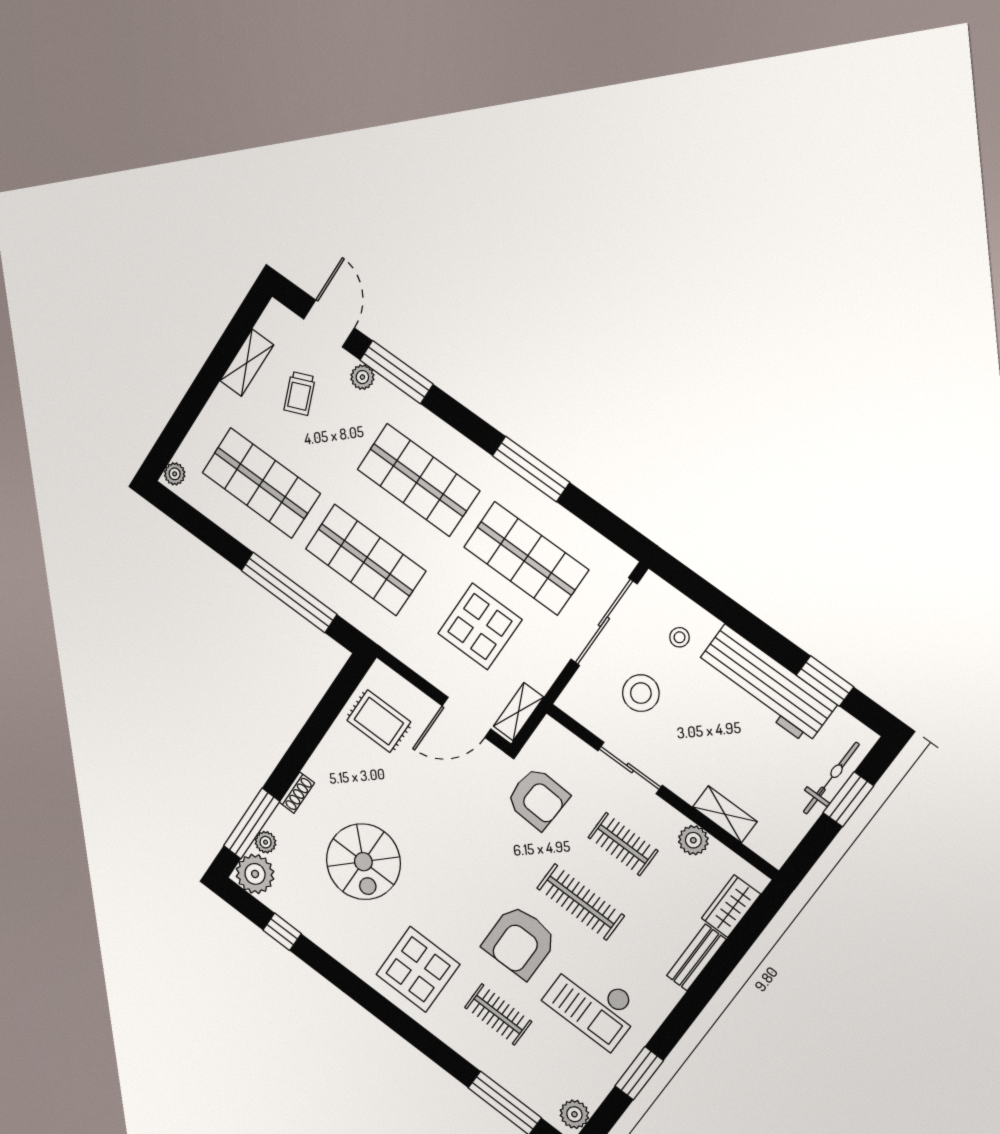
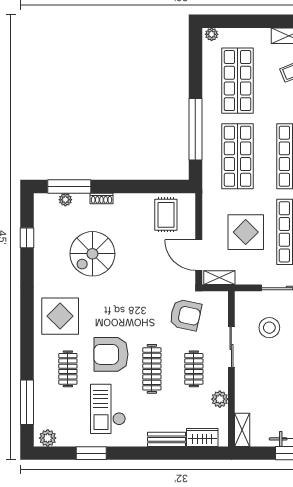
armchair: (538, 798) -> (185, 315), turned -81
shelving: (725, 814) -> (242, 430), moved
plant: (255, 874) -> (46, 205), removed

